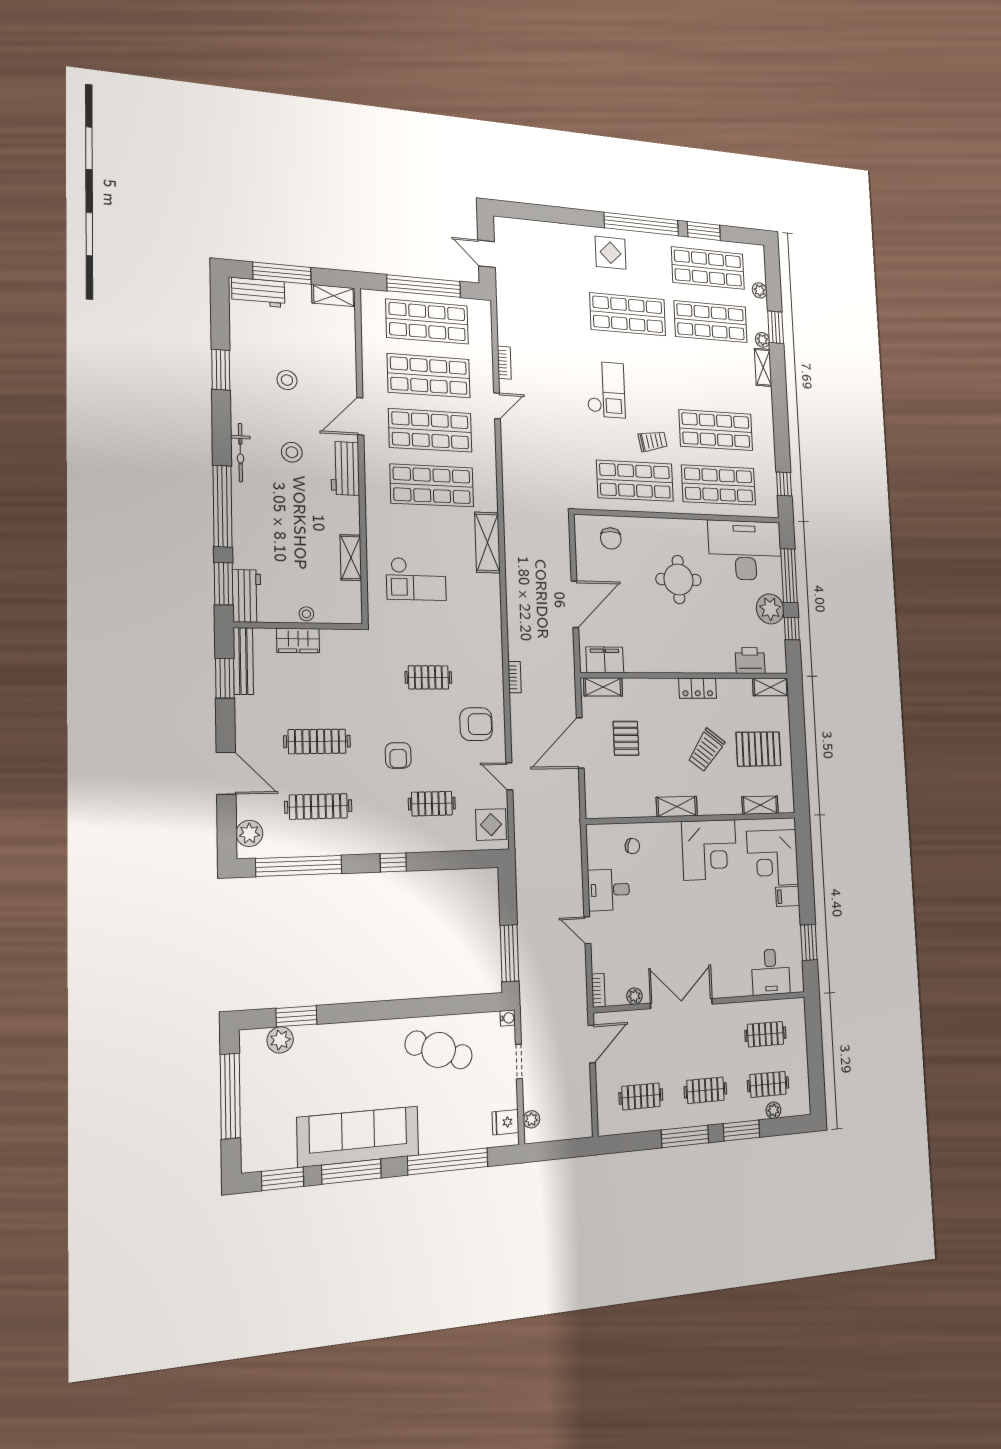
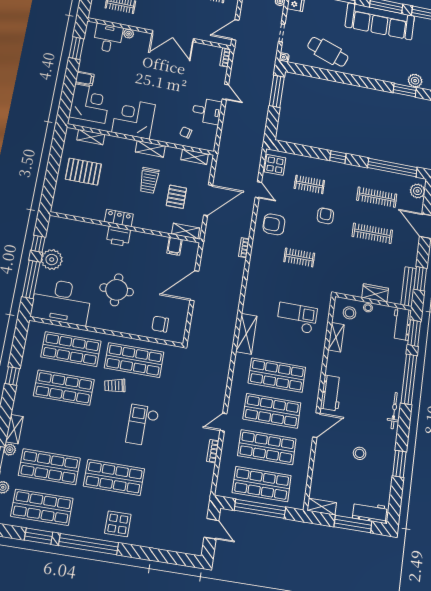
stool: (292, 452) -> (350, 313), moved
window: (784, 484) -> (12, 376), moved
chair: (611, 538) -> (160, 324), turned -90
filing cabinet: (605, 660) -> (174, 246), width x0.50
printer: (750, 661) -> (118, 236), moved
shelving: (771, 687) -> (195, 157), moved
trolley: (706, 750) -> (149, 180), moved, turned 143
plant: (634, 996) -> (129, 34), moved

